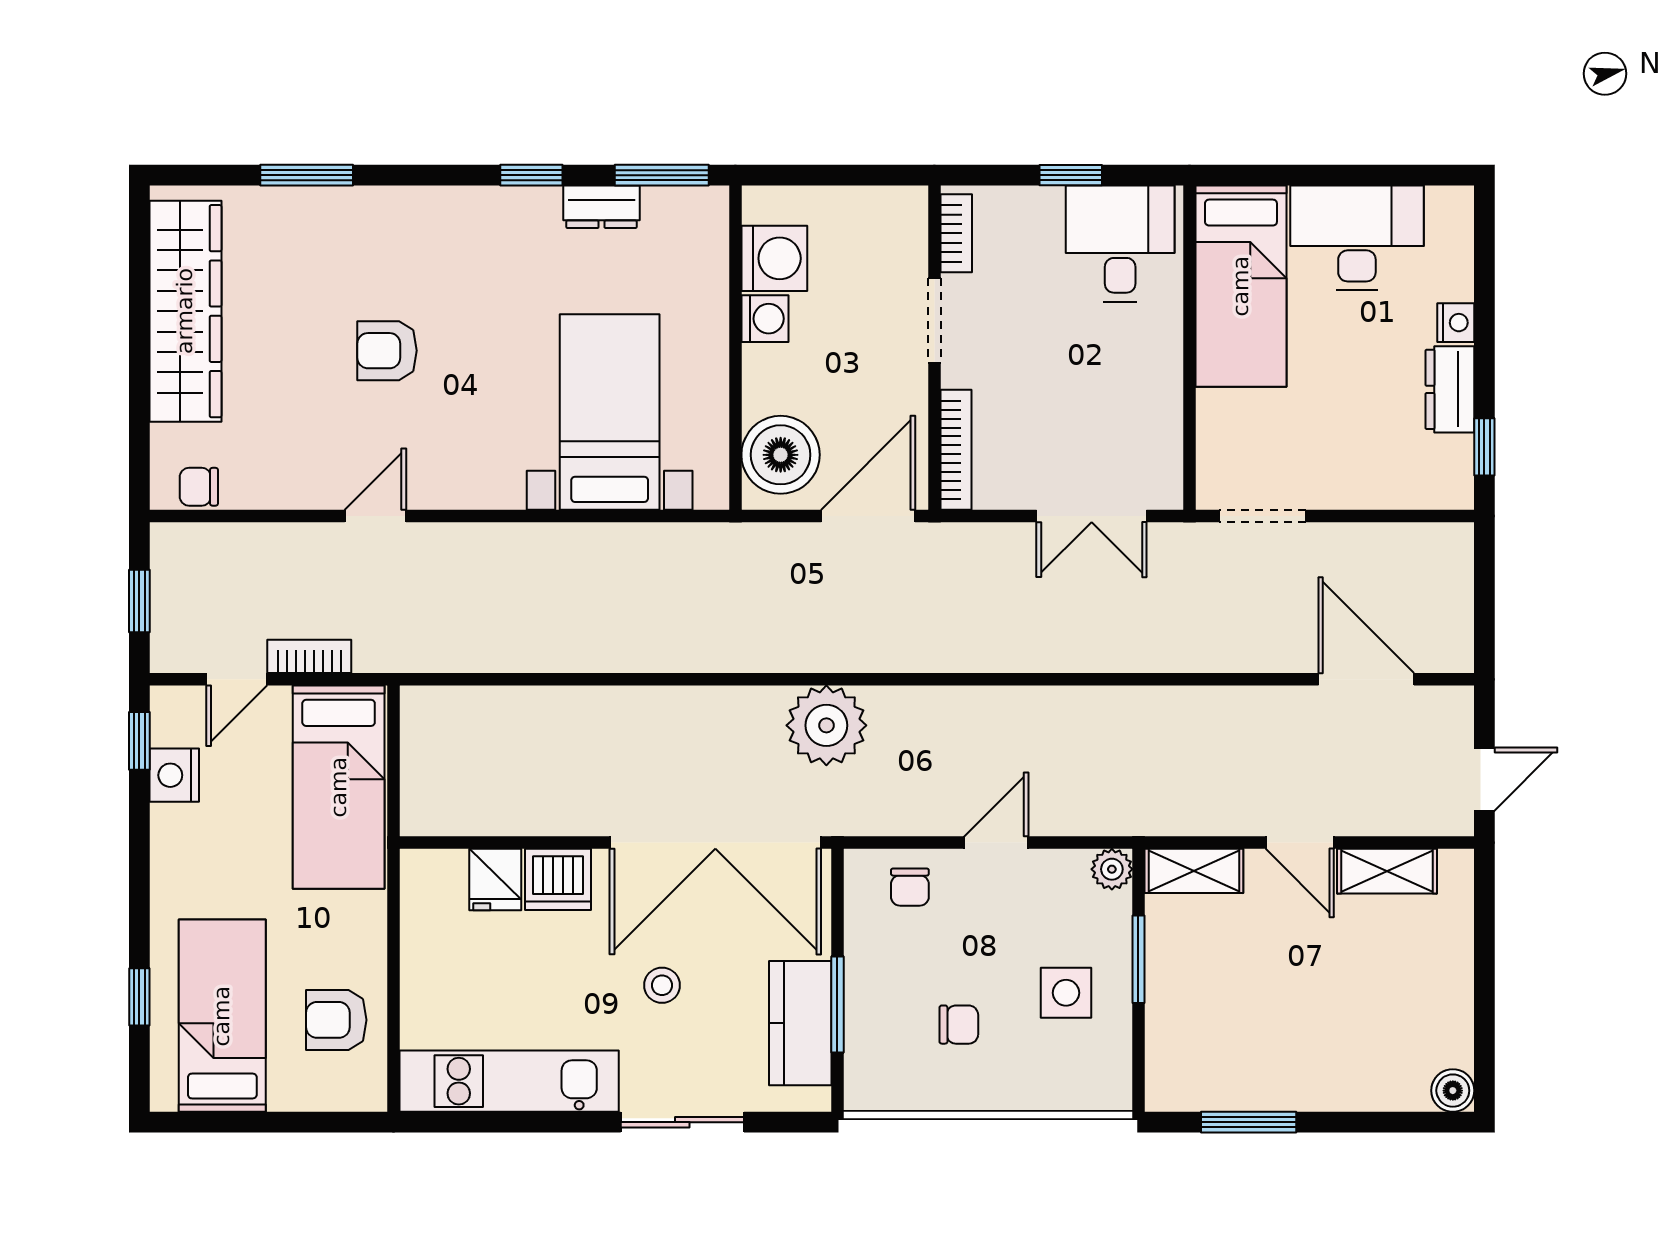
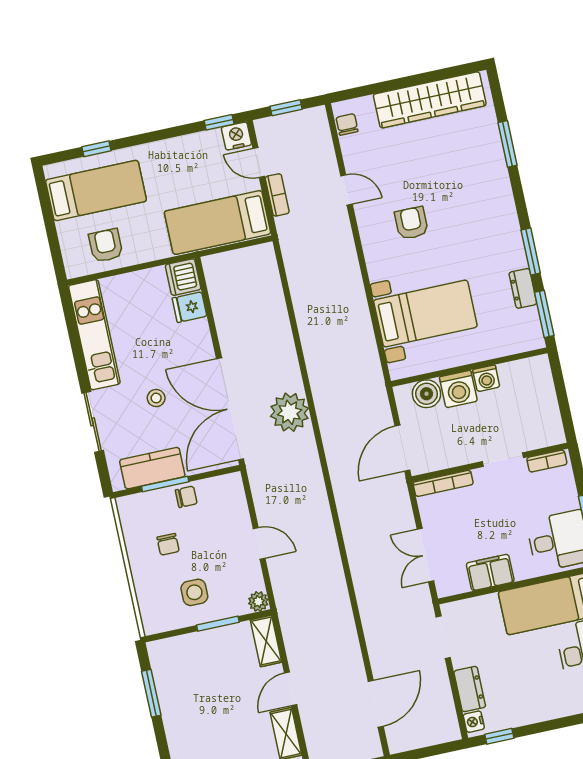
window: (531, 175) -> (531, 251), width x1.50
washing machine: (774, 258) -> (458, 389), moved
nightstand: (1456, 323) -> (474, 722), moved, turned 90
armchair: (387, 351) -> (411, 223), moved
dresser: (1450, 389) -> (470, 689), moved, turned 90
filing cabinet: (1154, 394) -> (490, 572), added
boiler: (781, 455) -> (427, 394), width x0.73, depth x0.73
door: (375, 516) -> (346, 190), moved
door: (868, 516) -> (402, 448), swing flipped
plant: (826, 725) -> (290, 412), moved
nightstand: (174, 775) -> (236, 136), moved
dishwasher: (558, 879) -> (183, 277), moved
chair: (910, 887) -> (186, 497), moved, turned 180

